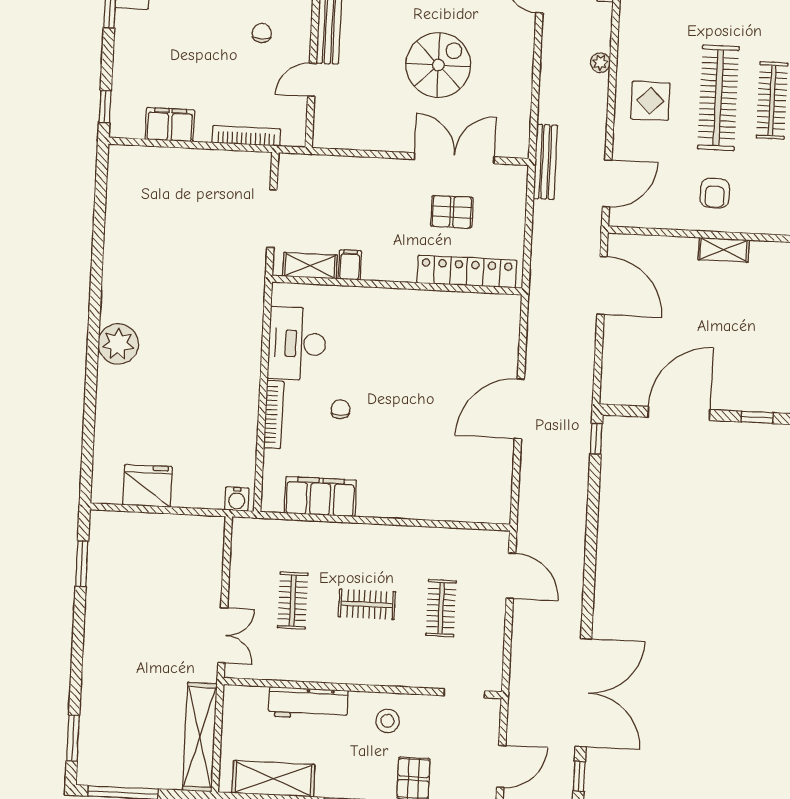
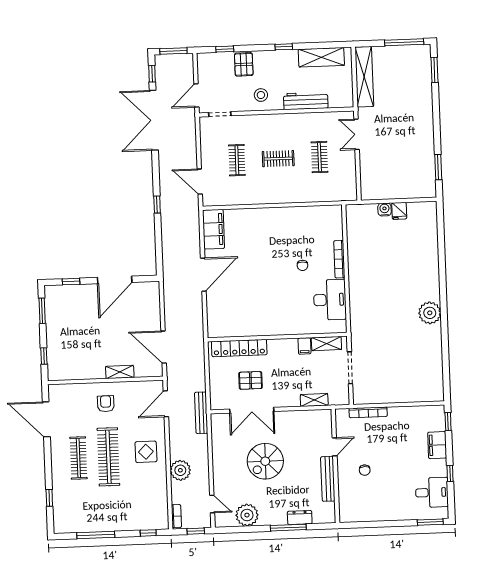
plant: (600, 63) -> (180, 470), width x1.88, depth x1.88
filing cabinet: (170, 125) -> (437, 445), moved, turned 90
shelving: (341, 167) -> (314, 400), added
shelving: (724, 250) -> (120, 372), moved
plant: (118, 344) -> (430, 313), moved
window: (596, 439) -> (157, 205), moved
fridge: (148, 486) -> (399, 211), width x0.53, depth x0.75
filing cabinet: (320, 497) -> (213, 229), moved, turned -90
water cooler: (237, 499) -> (385, 209), moved
door: (501, 766) -> (196, 95), moved

